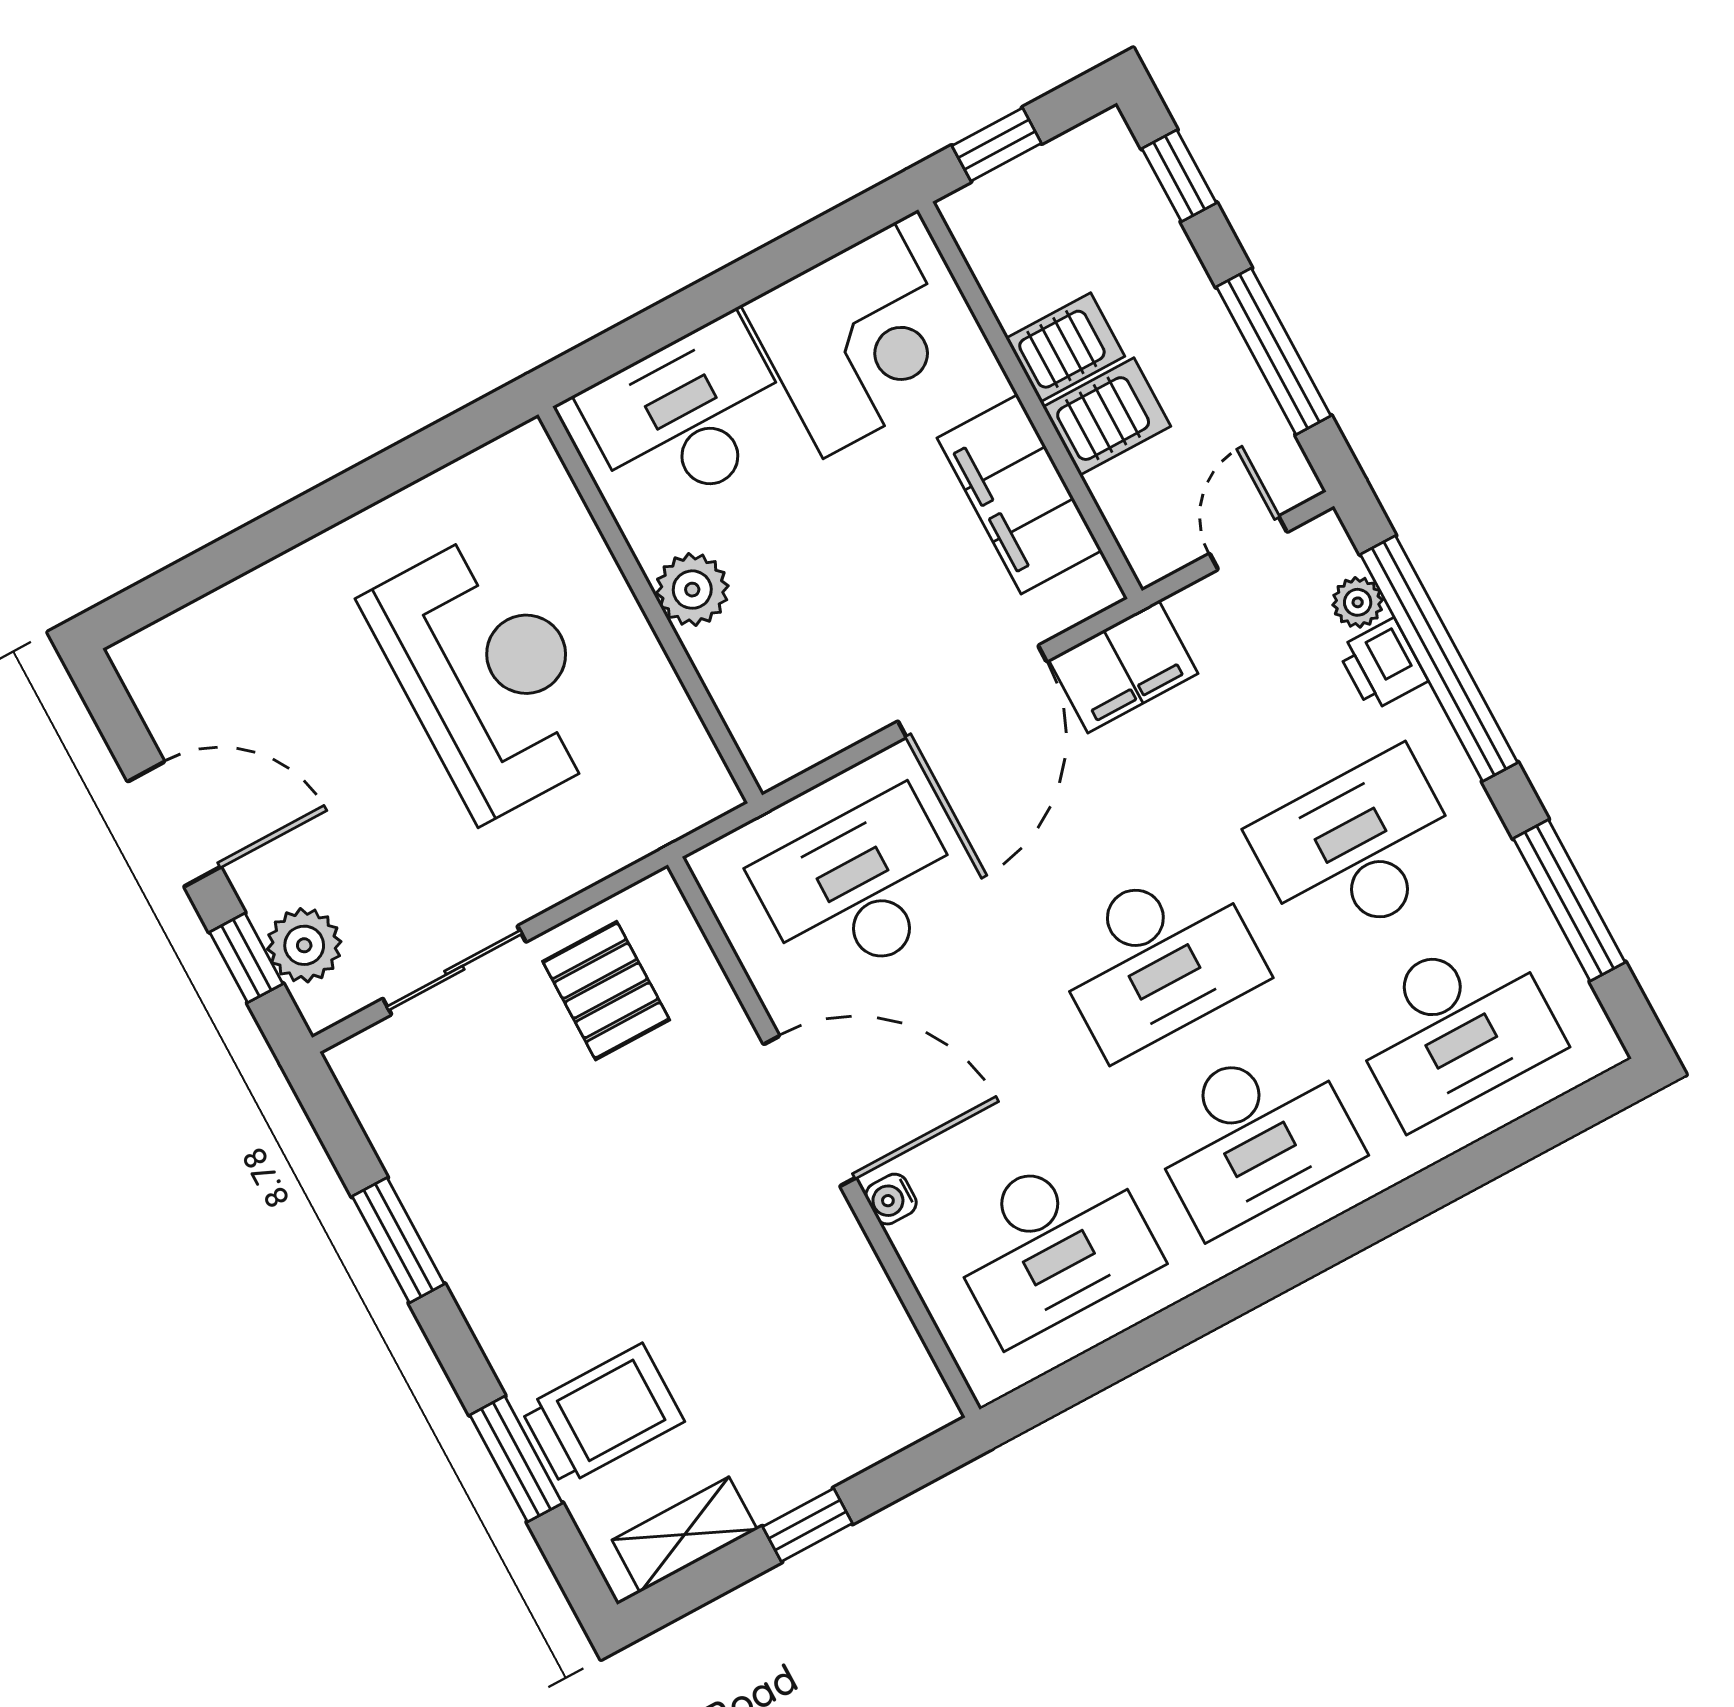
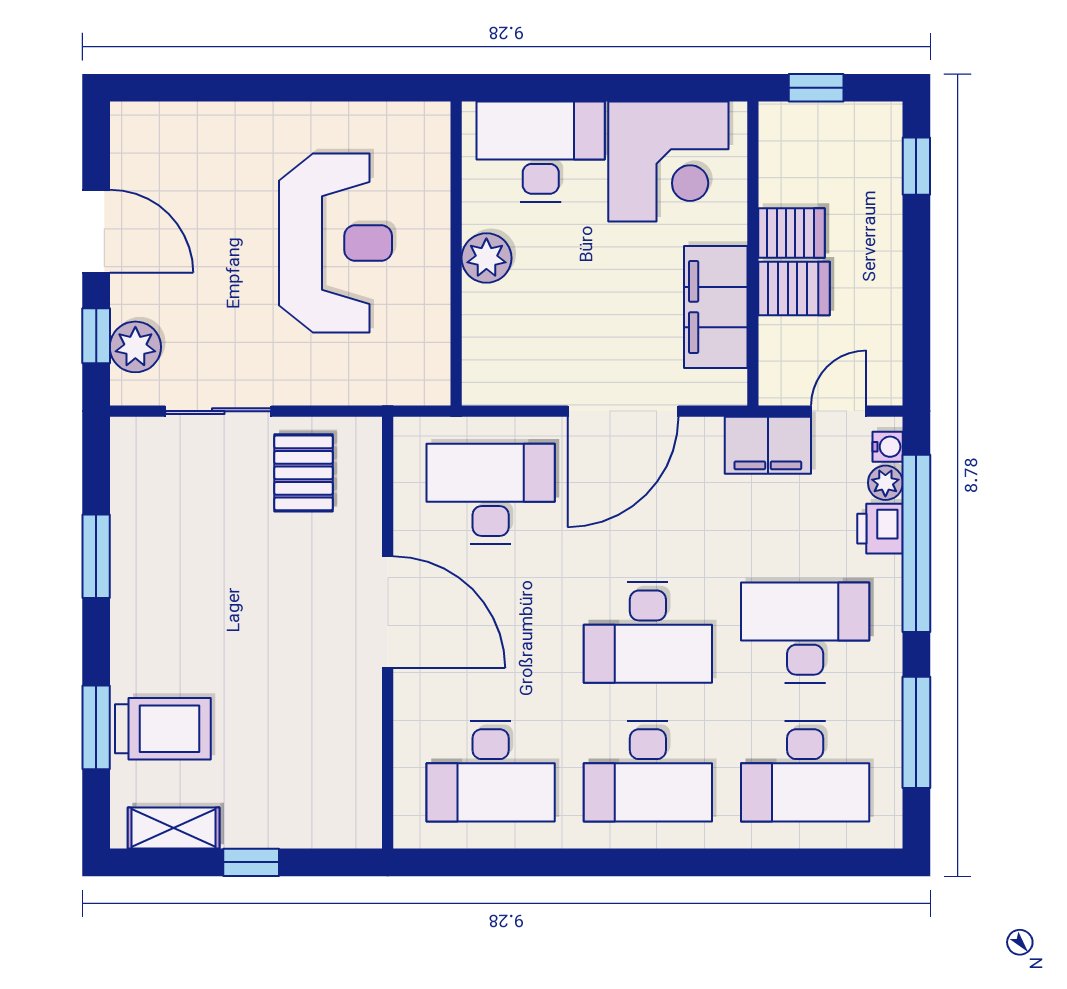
window: (1274, 351) -> (916, 303), removed
filing cabinet: (1123, 667) -> (768, 445), moved
water cooler: (891, 1199) -> (888, 447), moved, turned 180

